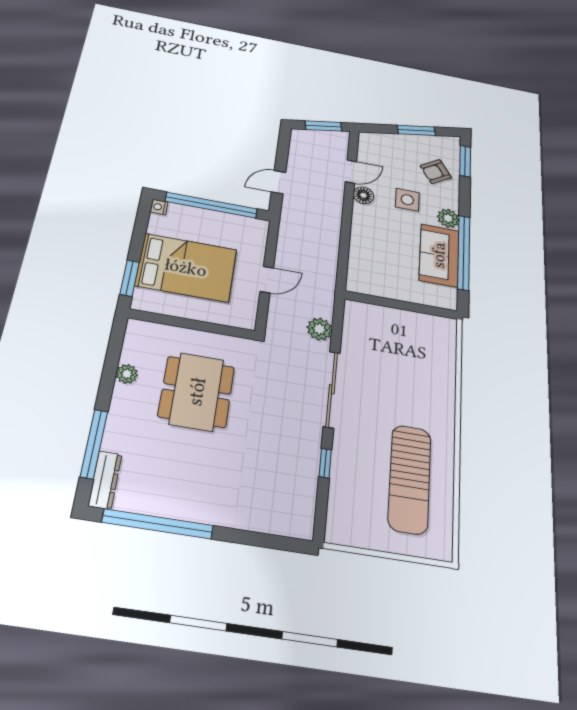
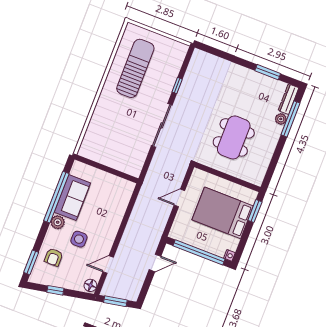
window: (416, 130) -> (55, 290), width x0.67
armchair: (436, 172) -> (54, 257), turned 122
floor lamp: (363, 195) -> (90, 285), moved
plant: (319, 329) -> (158, 162), removed
plant: (127, 374) -> (281, 119), moved
window: (158, 524) -> (268, 72), width x0.47

